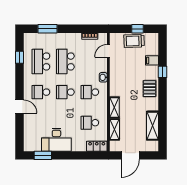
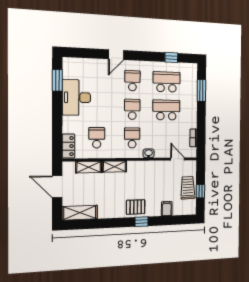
window: (162, 72) -> (141, 222), moved
shelving: (153, 126) -> (80, 213), moved

